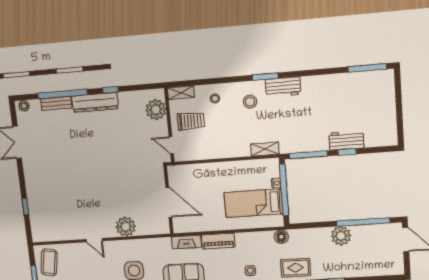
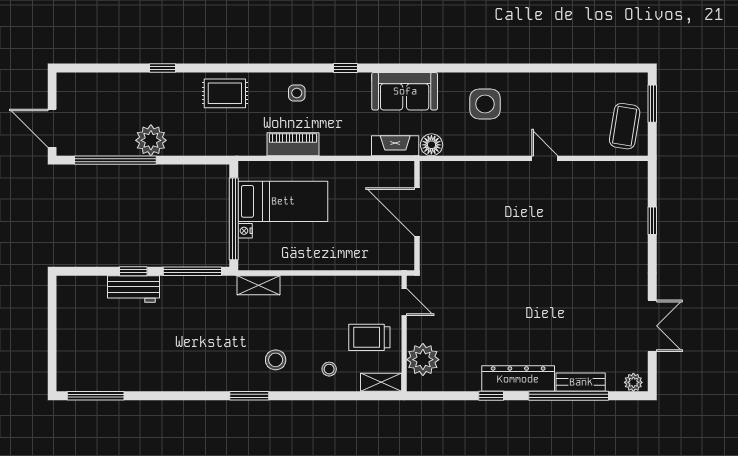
workbench: (283, 87) -> (223, 378), removed
plant: (126, 227) -> (491, 177), removed
floor lamp: (281, 237) -> (431, 145), moved
piano: (218, 241) -> (293, 144), moved

